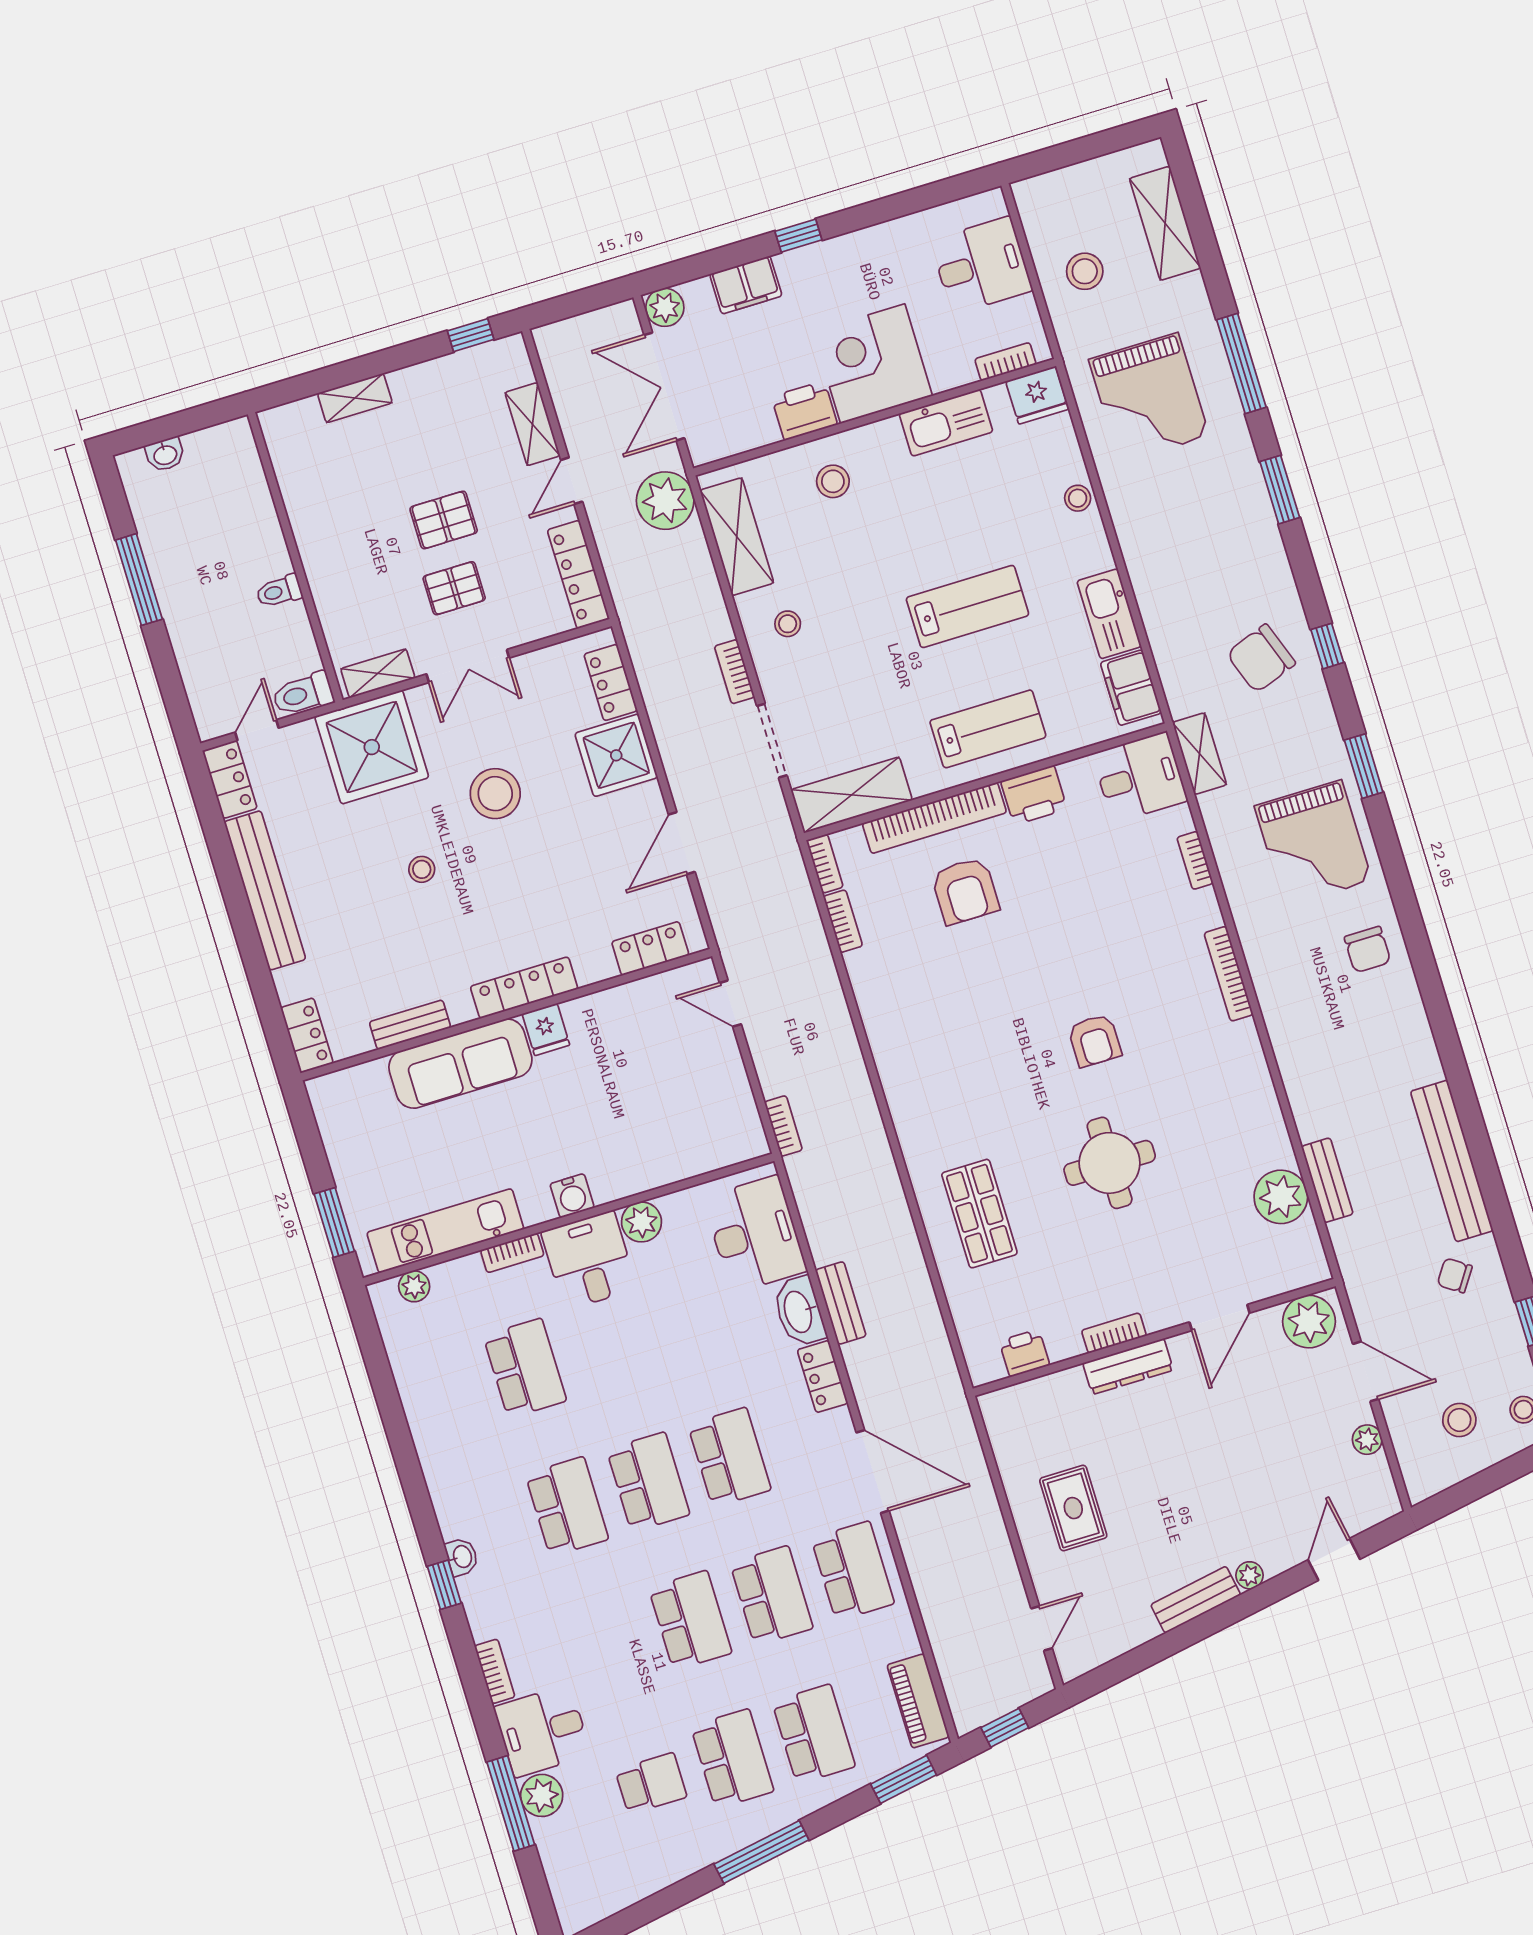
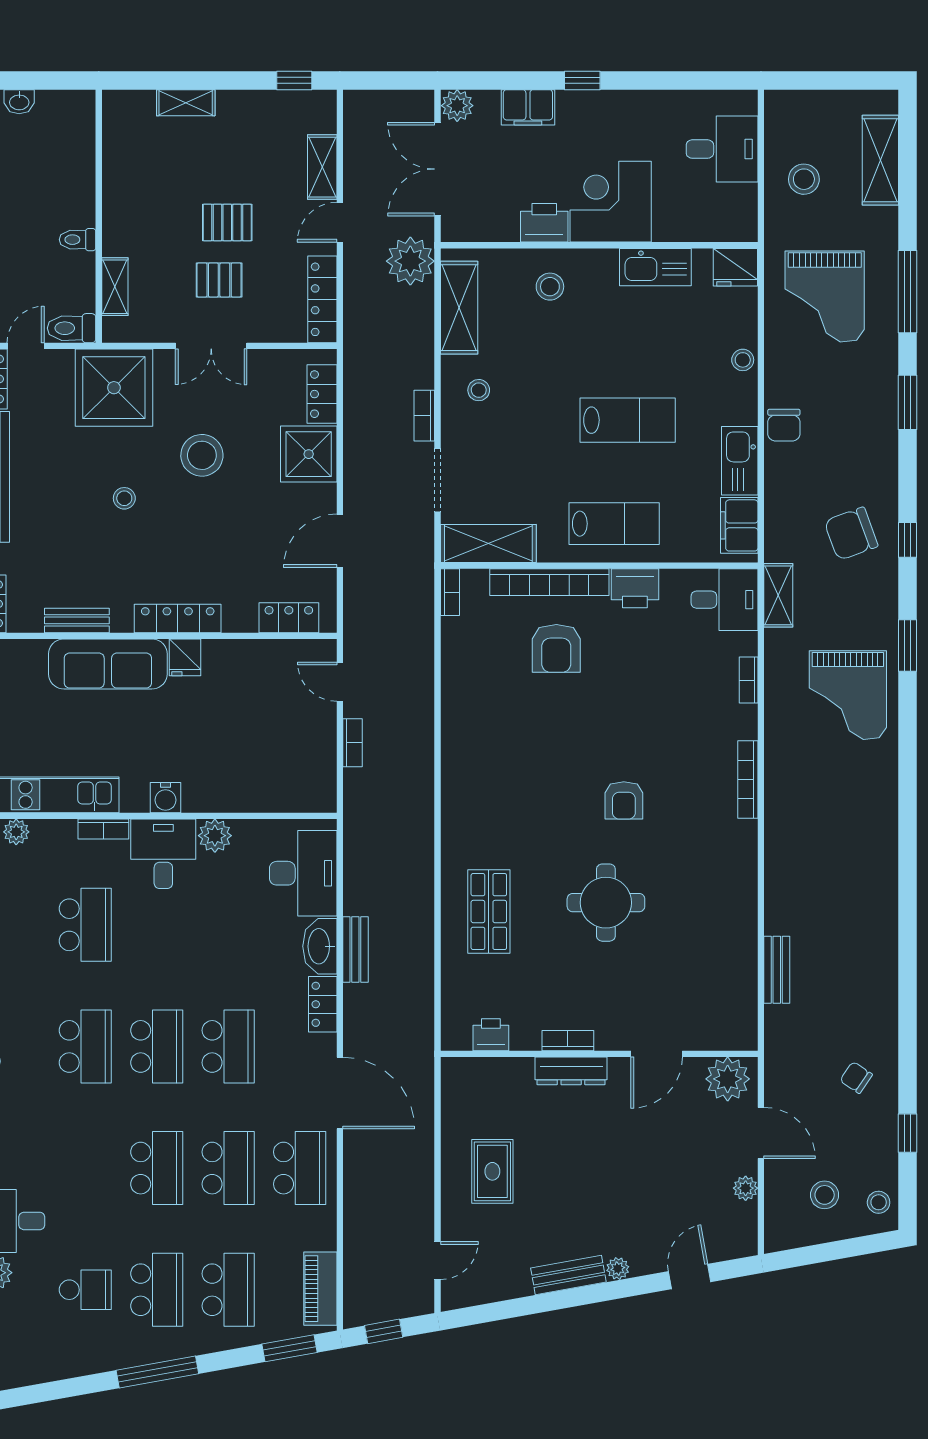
bookcase: (1005, 362) -> (718, 232), removed
shelving: (378, 673) -> (115, 287), moved, turned 90
bookcase: (843, 921) -> (450, 643), removed
chair: (1367, 950) -> (784, 425), moved
bookcase: (783, 1126) -> (353, 743), moved
bench: (1452, 1161) -> (882, 985), removed
plant: (1281, 1197) -> (735, 972), removed

